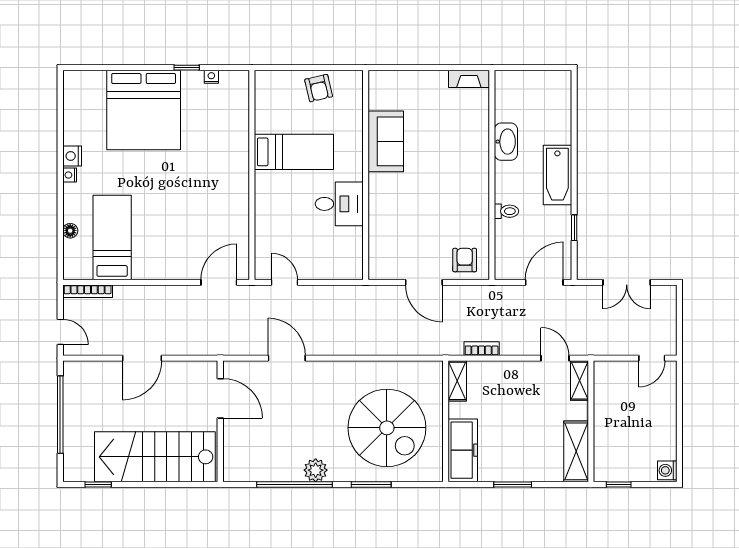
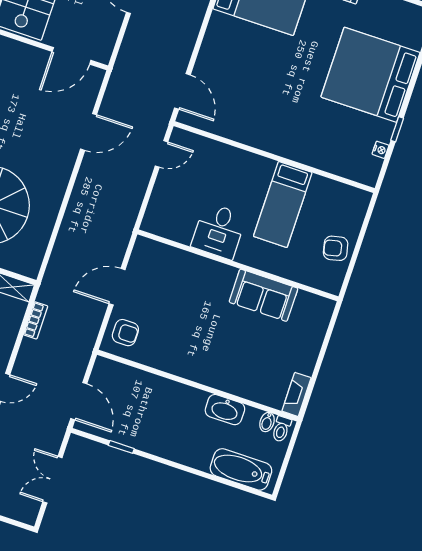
bidet: (504, 98) -> (267, 422), added
bathtub: (557, 175) -> (241, 469), moved
toilet: (506, 211) -> (281, 429), moved

